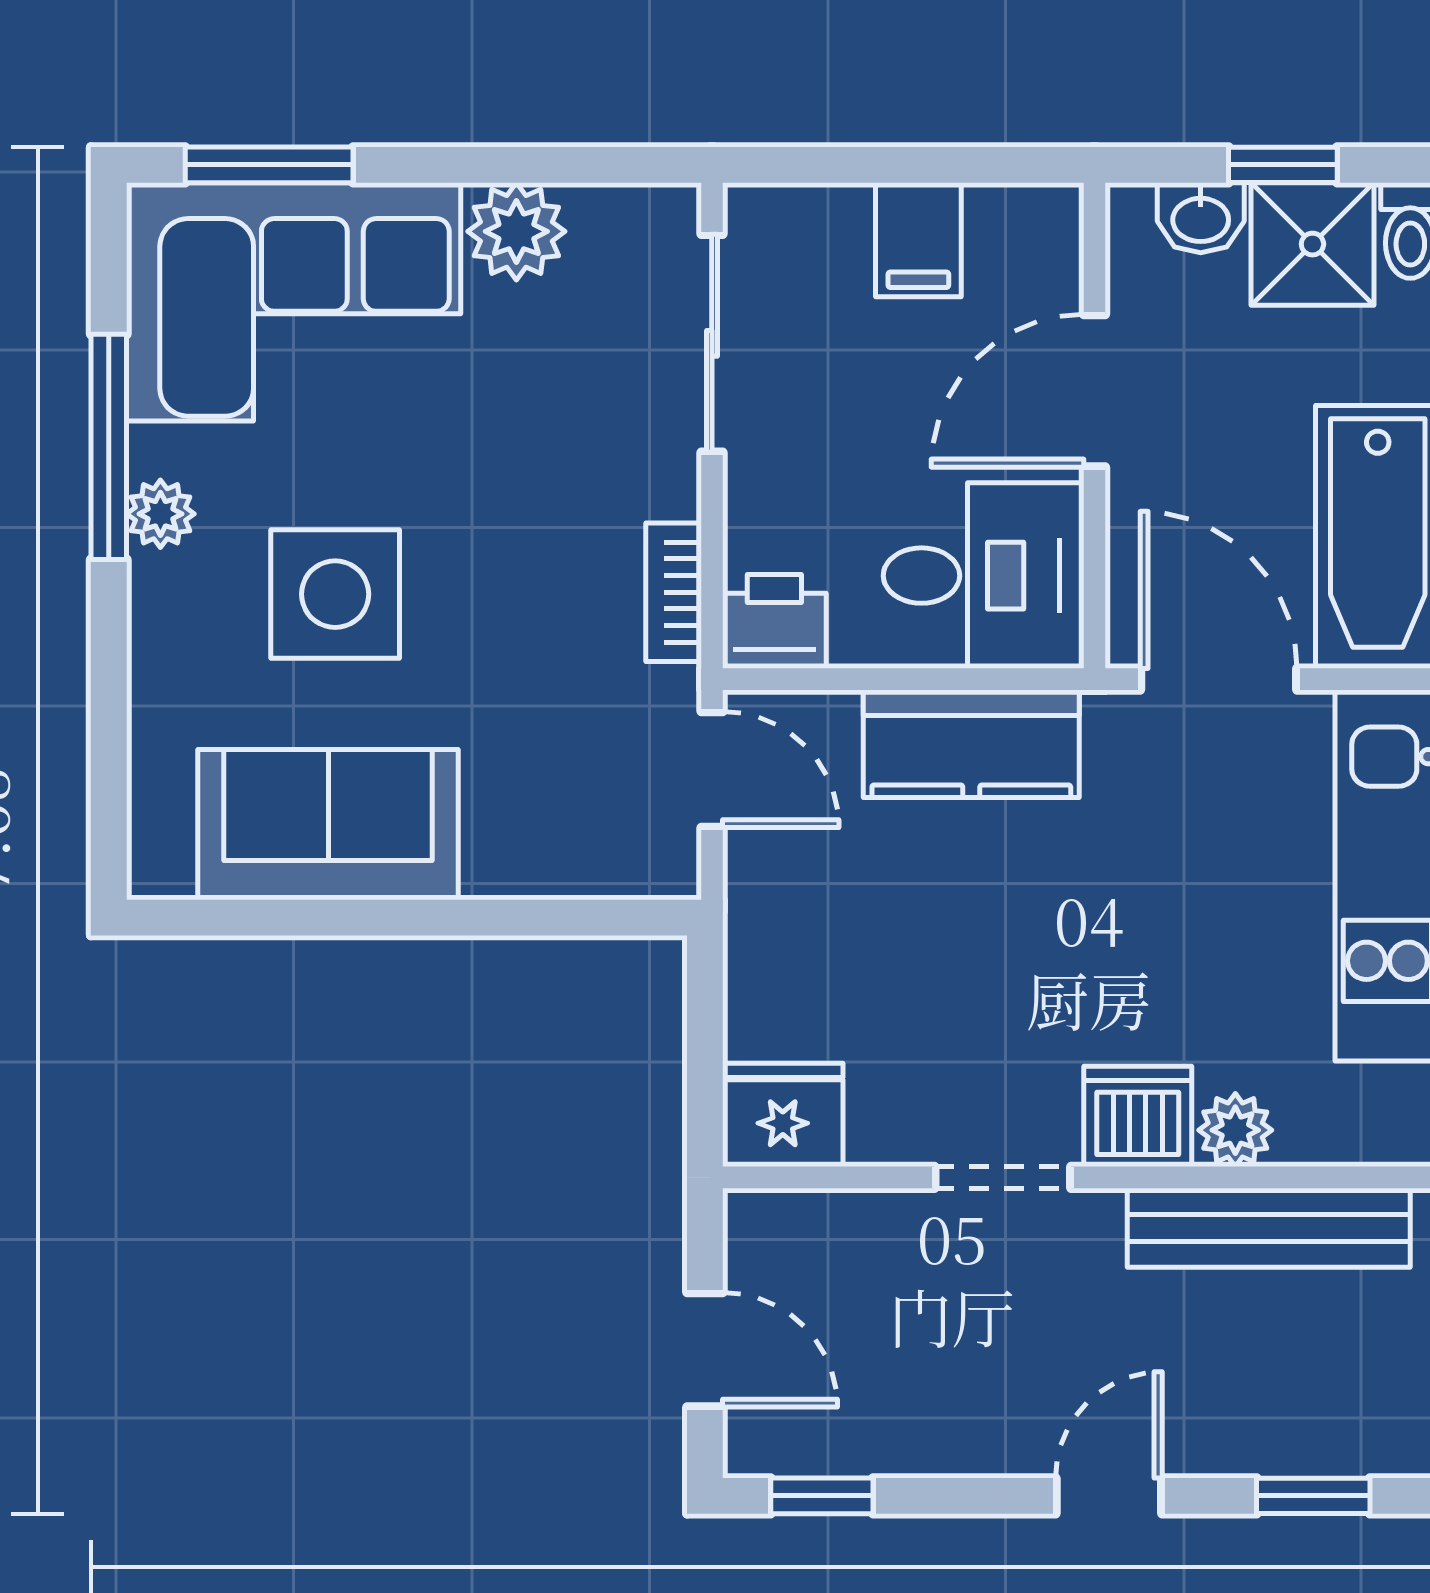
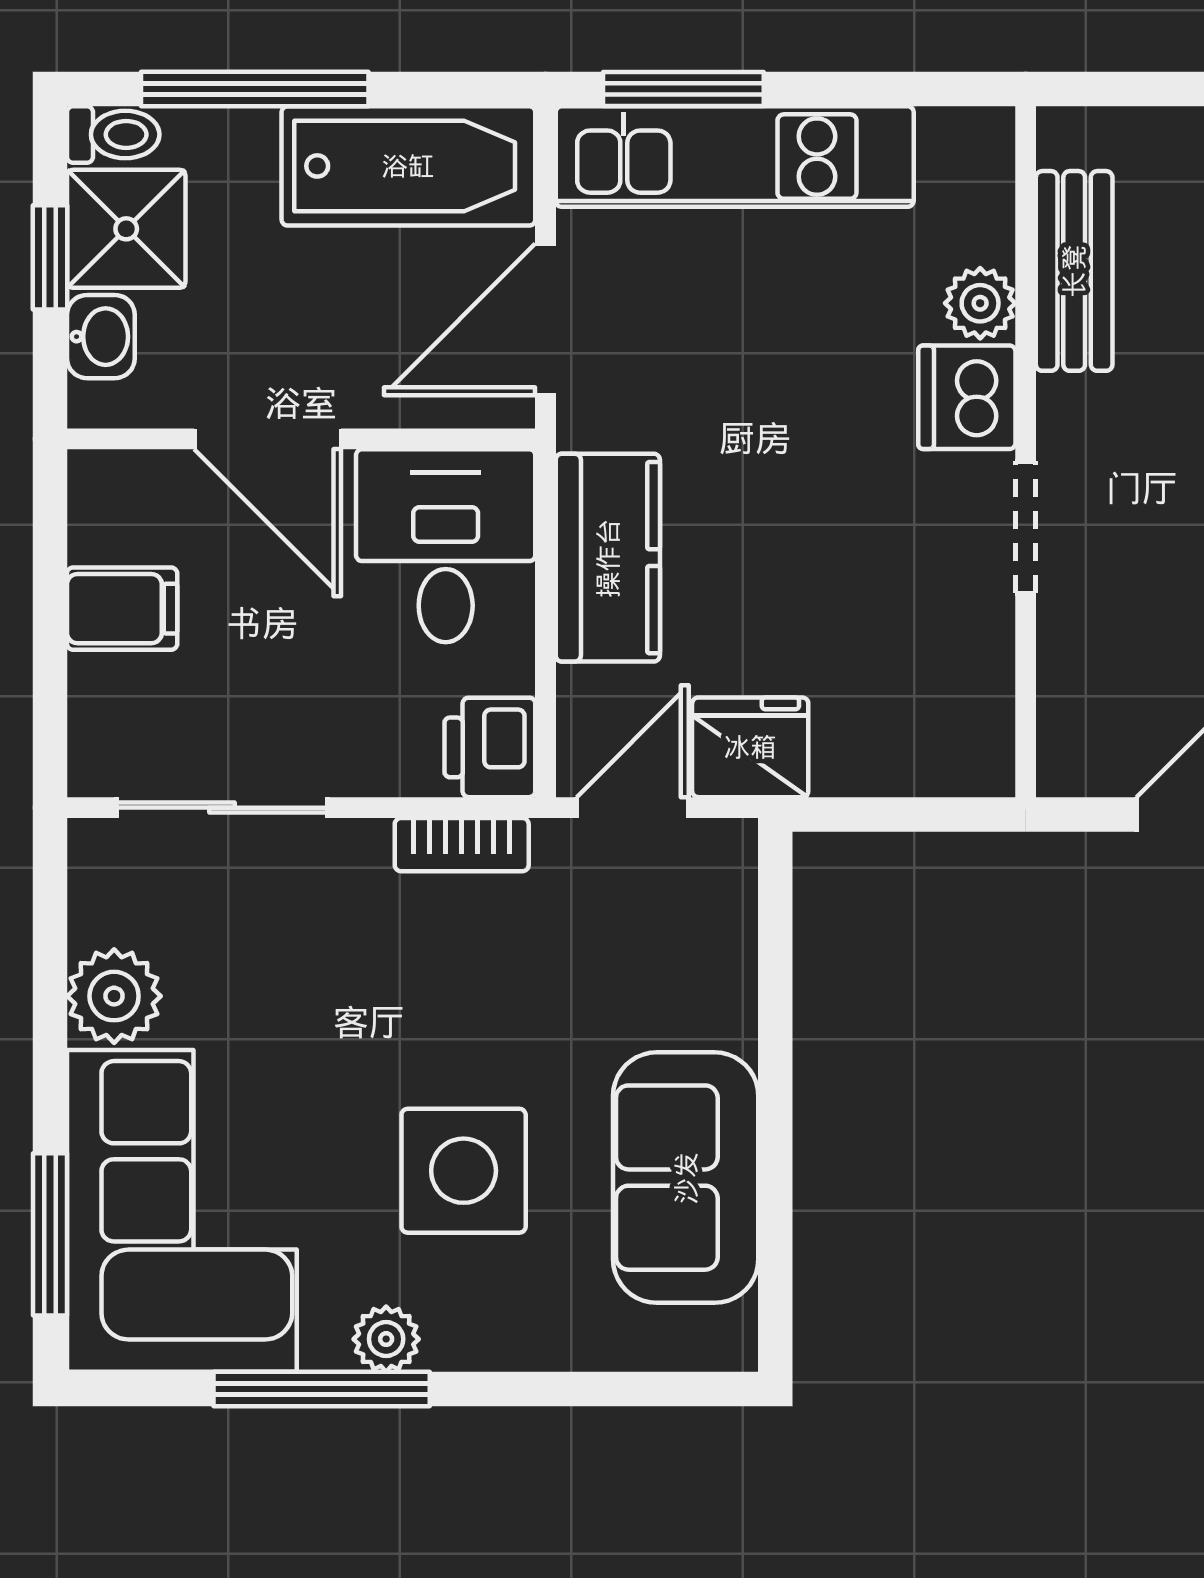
fridge: (783, 1115) -> (750, 747), moved, turned 90
bench: (1269, 1228) -> (1074, 271), width x0.73

